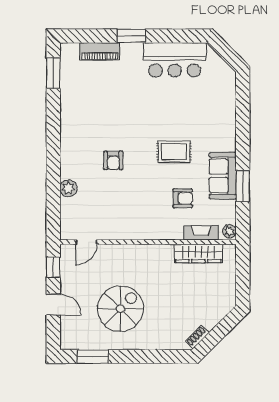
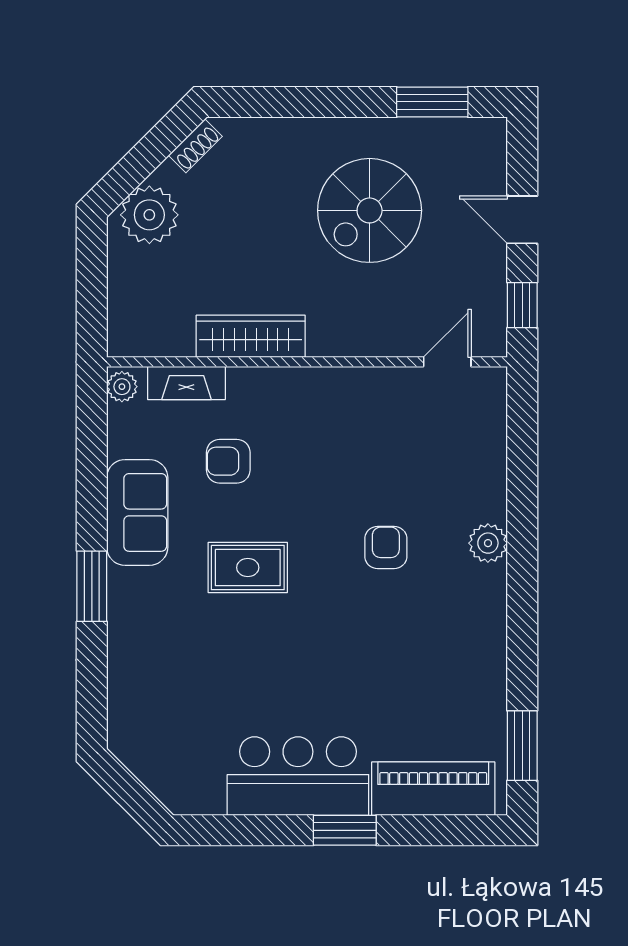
piano: (100, 51) -> (433, 789), width x1.37, depth x1.33
bar counter: (175, 60) -> (298, 776), moved
window: (243, 186) -> (92, 586), moved
plant: (68, 188) -> (488, 543), moved
wardrobe: (198, 253) -> (251, 336), moved
plant: (217, 307) -> (149, 215), added

